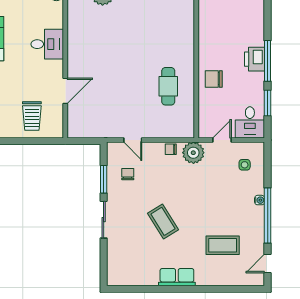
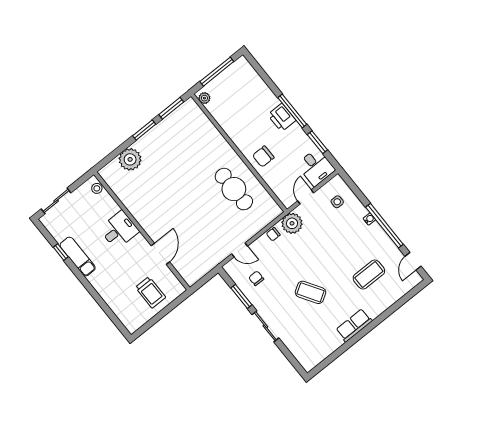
cafe table: (168, 86) -> (234, 189), width x1.37, depth x1.35

